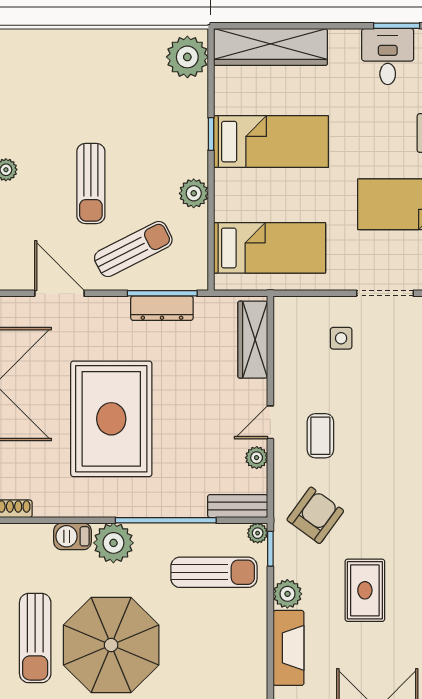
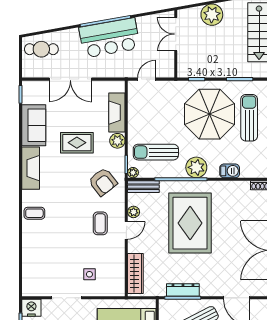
rug: (111, 419) -> (190, 223), moved
armchair: (315, 515) -> (103, 182), turned -74
plant: (113, 543) -> (196, 167), moved
rug: (365, 590) -> (77, 143), turned 90

